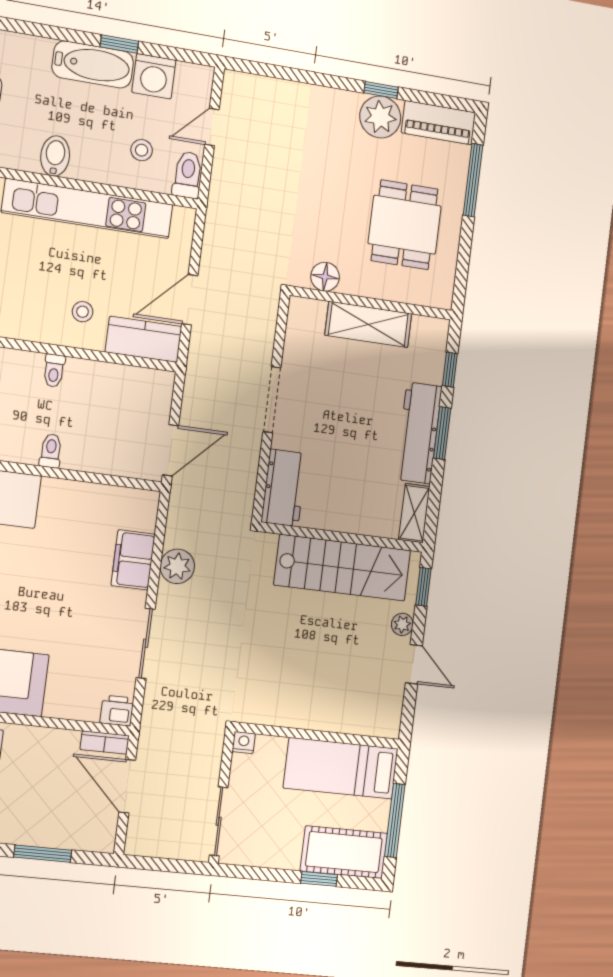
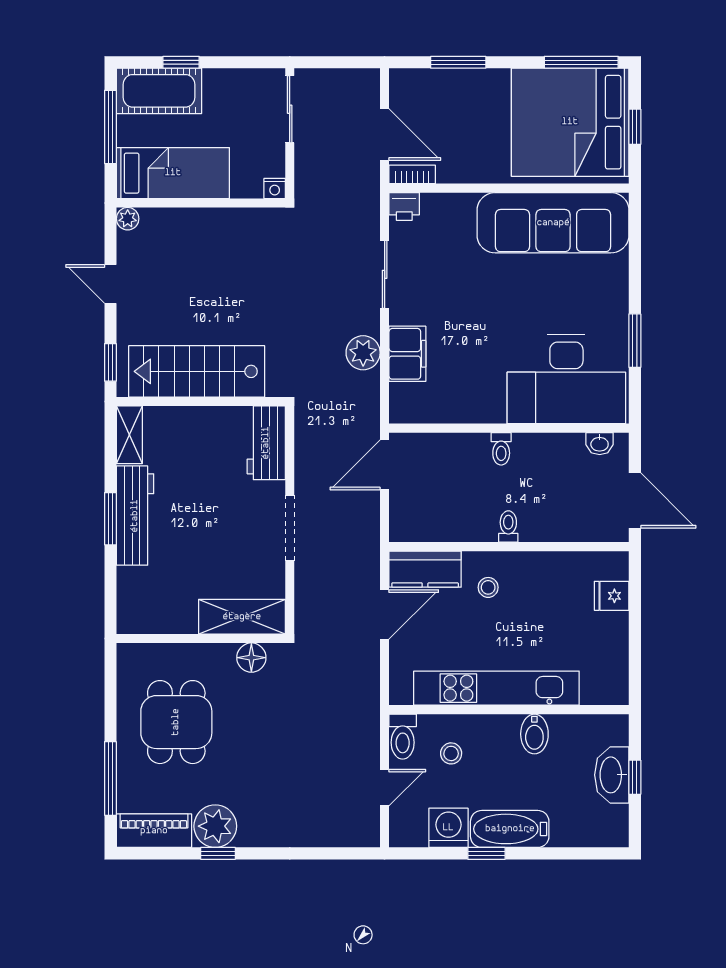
shelving: (368, 324) -> (242, 617), moved
window: (450, 370) -> (110, 584), removed
plant: (402, 624) -> (128, 219), moved

